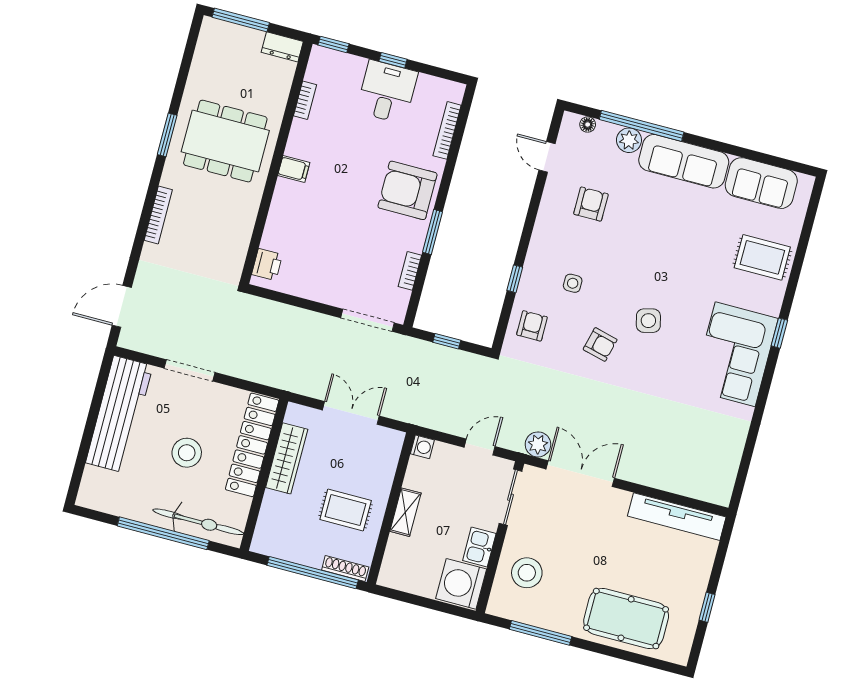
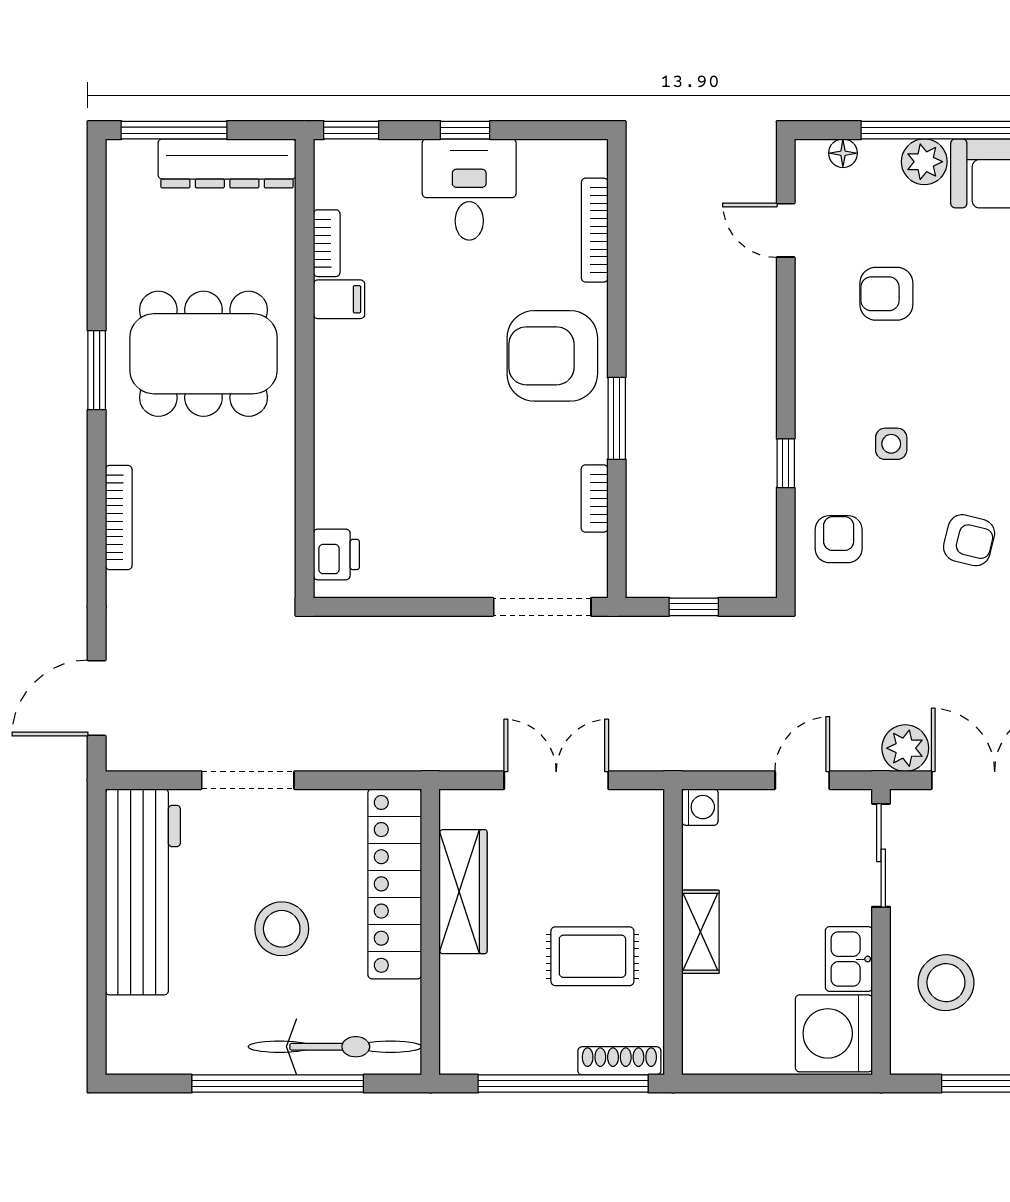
dresser: (282, 47) -> (227, 163), width x1.96, depth x1.24
filing cabinet: (294, 169) -> (339, 299), moved
armchair: (591, 204) -> (886, 294), turned -90

